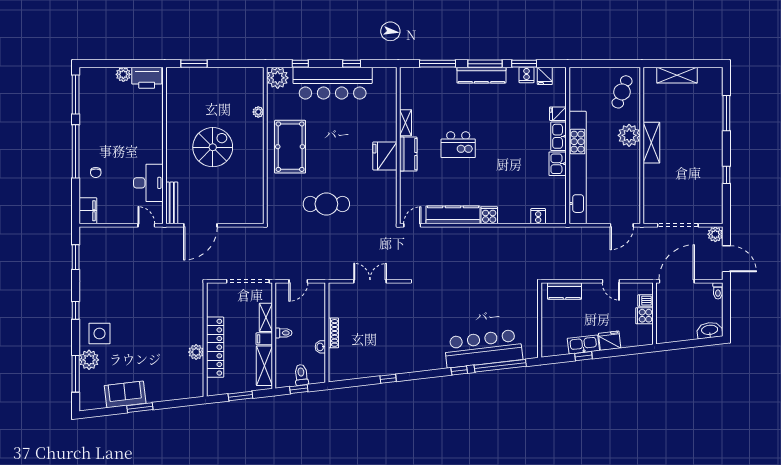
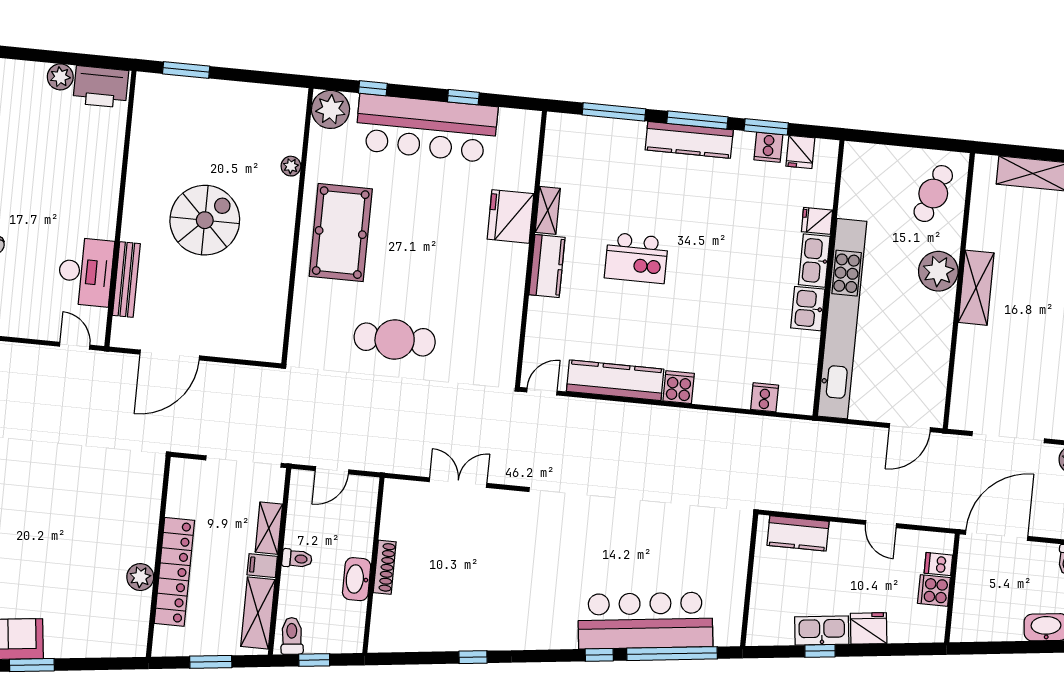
fridge: (385, 156) -> (511, 216), moved
bench: (172, 203) -> (126, 279), moved
washbasin: (320, 347) -> (357, 579), width x1.91, depth x1.45
toilet: (301, 375) -> (292, 636), moved

